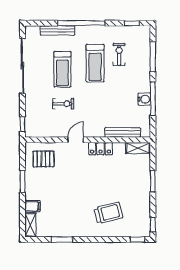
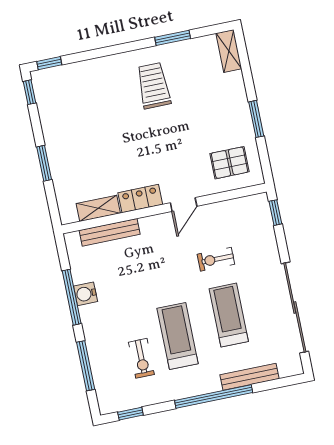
shelving: (138, 148) -> (98, 208), moved
filing cabinet: (33, 206) -> (232, 82), removed
trolley: (108, 213) -> (154, 86), moved, turned 104

